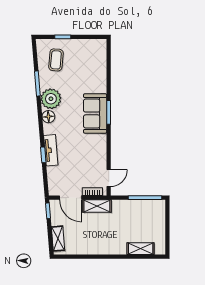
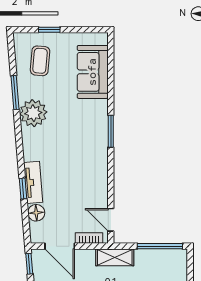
sofa: (95, 113) -> (93, 72), moved
floor lamp: (48, 117) -> (36, 213), moved
door: (109, 178) -> (111, 220), swing flipped
shelving: (97, 206) -> (115, 257), moved

